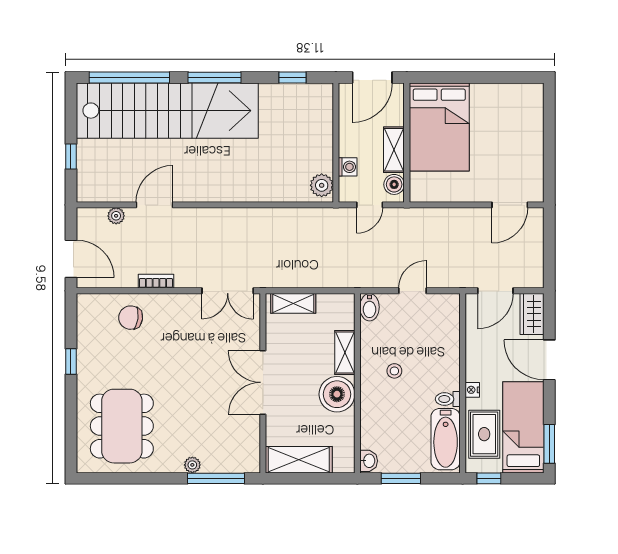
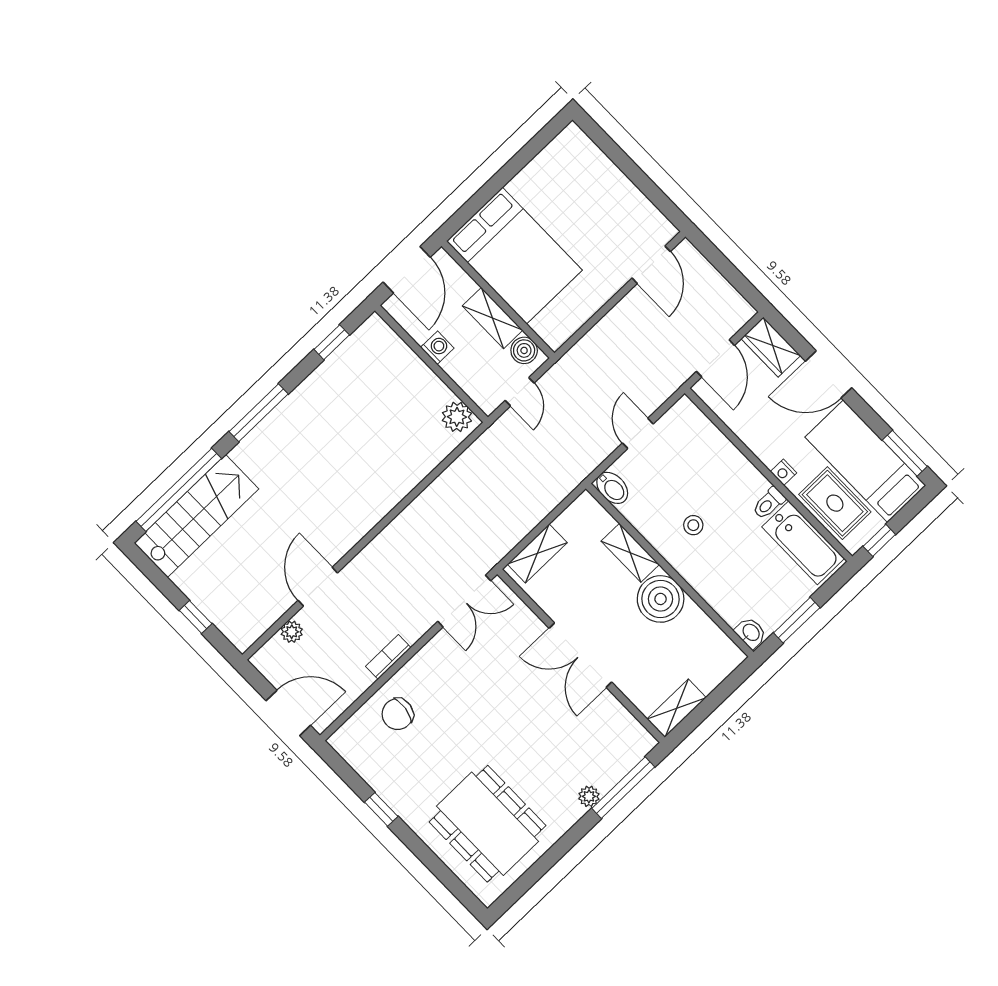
stairs: (167, 111) -> (196, 516), width x0.54, depth x0.66
washing machine: (348, 167) -> (437, 348), moved
shelving: (299, 460) -> (677, 708), width x0.67, depth x0.75

